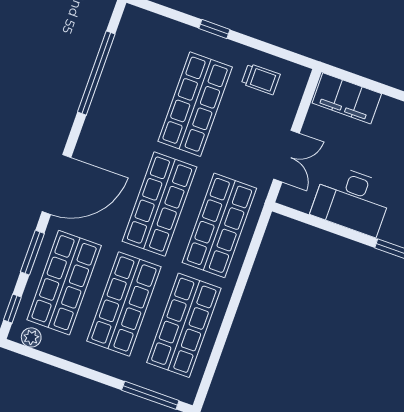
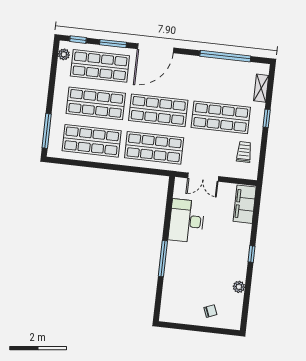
shelving: (163, 27) -> (261, 88), added
trolley: (261, 79) -> (244, 152), turned 180
door: (57, 184) -> (156, 48), hinge flipped

